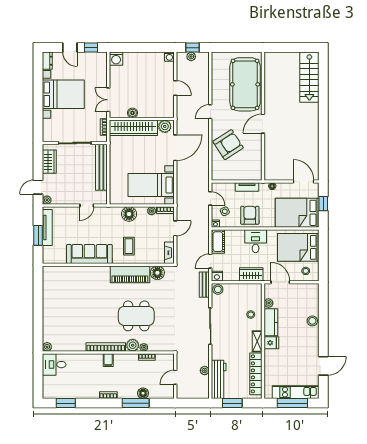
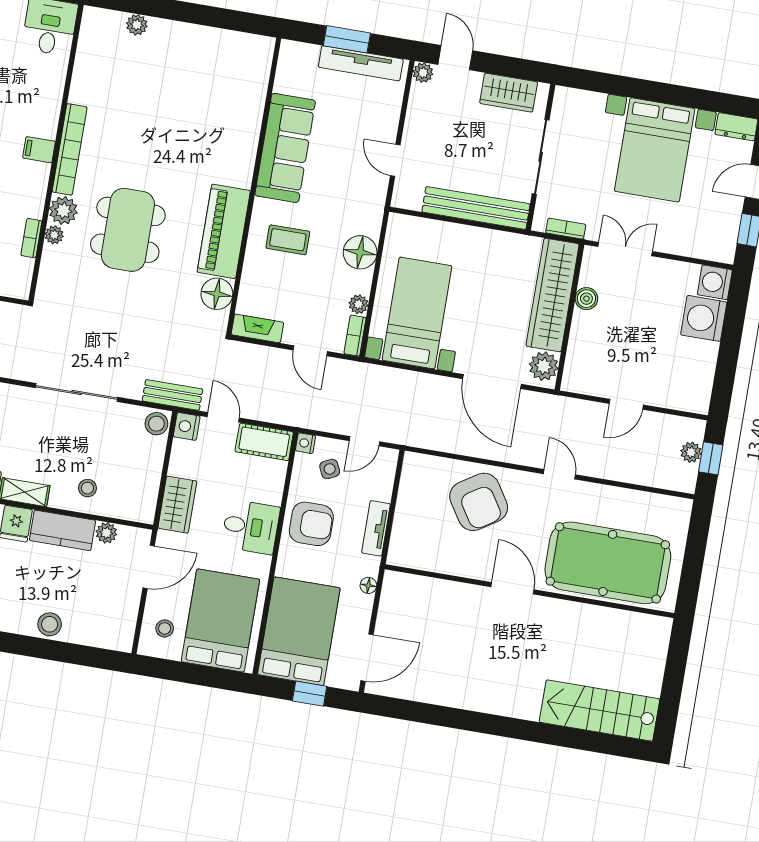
washing machine: (169, 57) -> (704, 318), moved, width x1.89, depth x1.89
plant: (47, 347) -> (137, 25), moved

